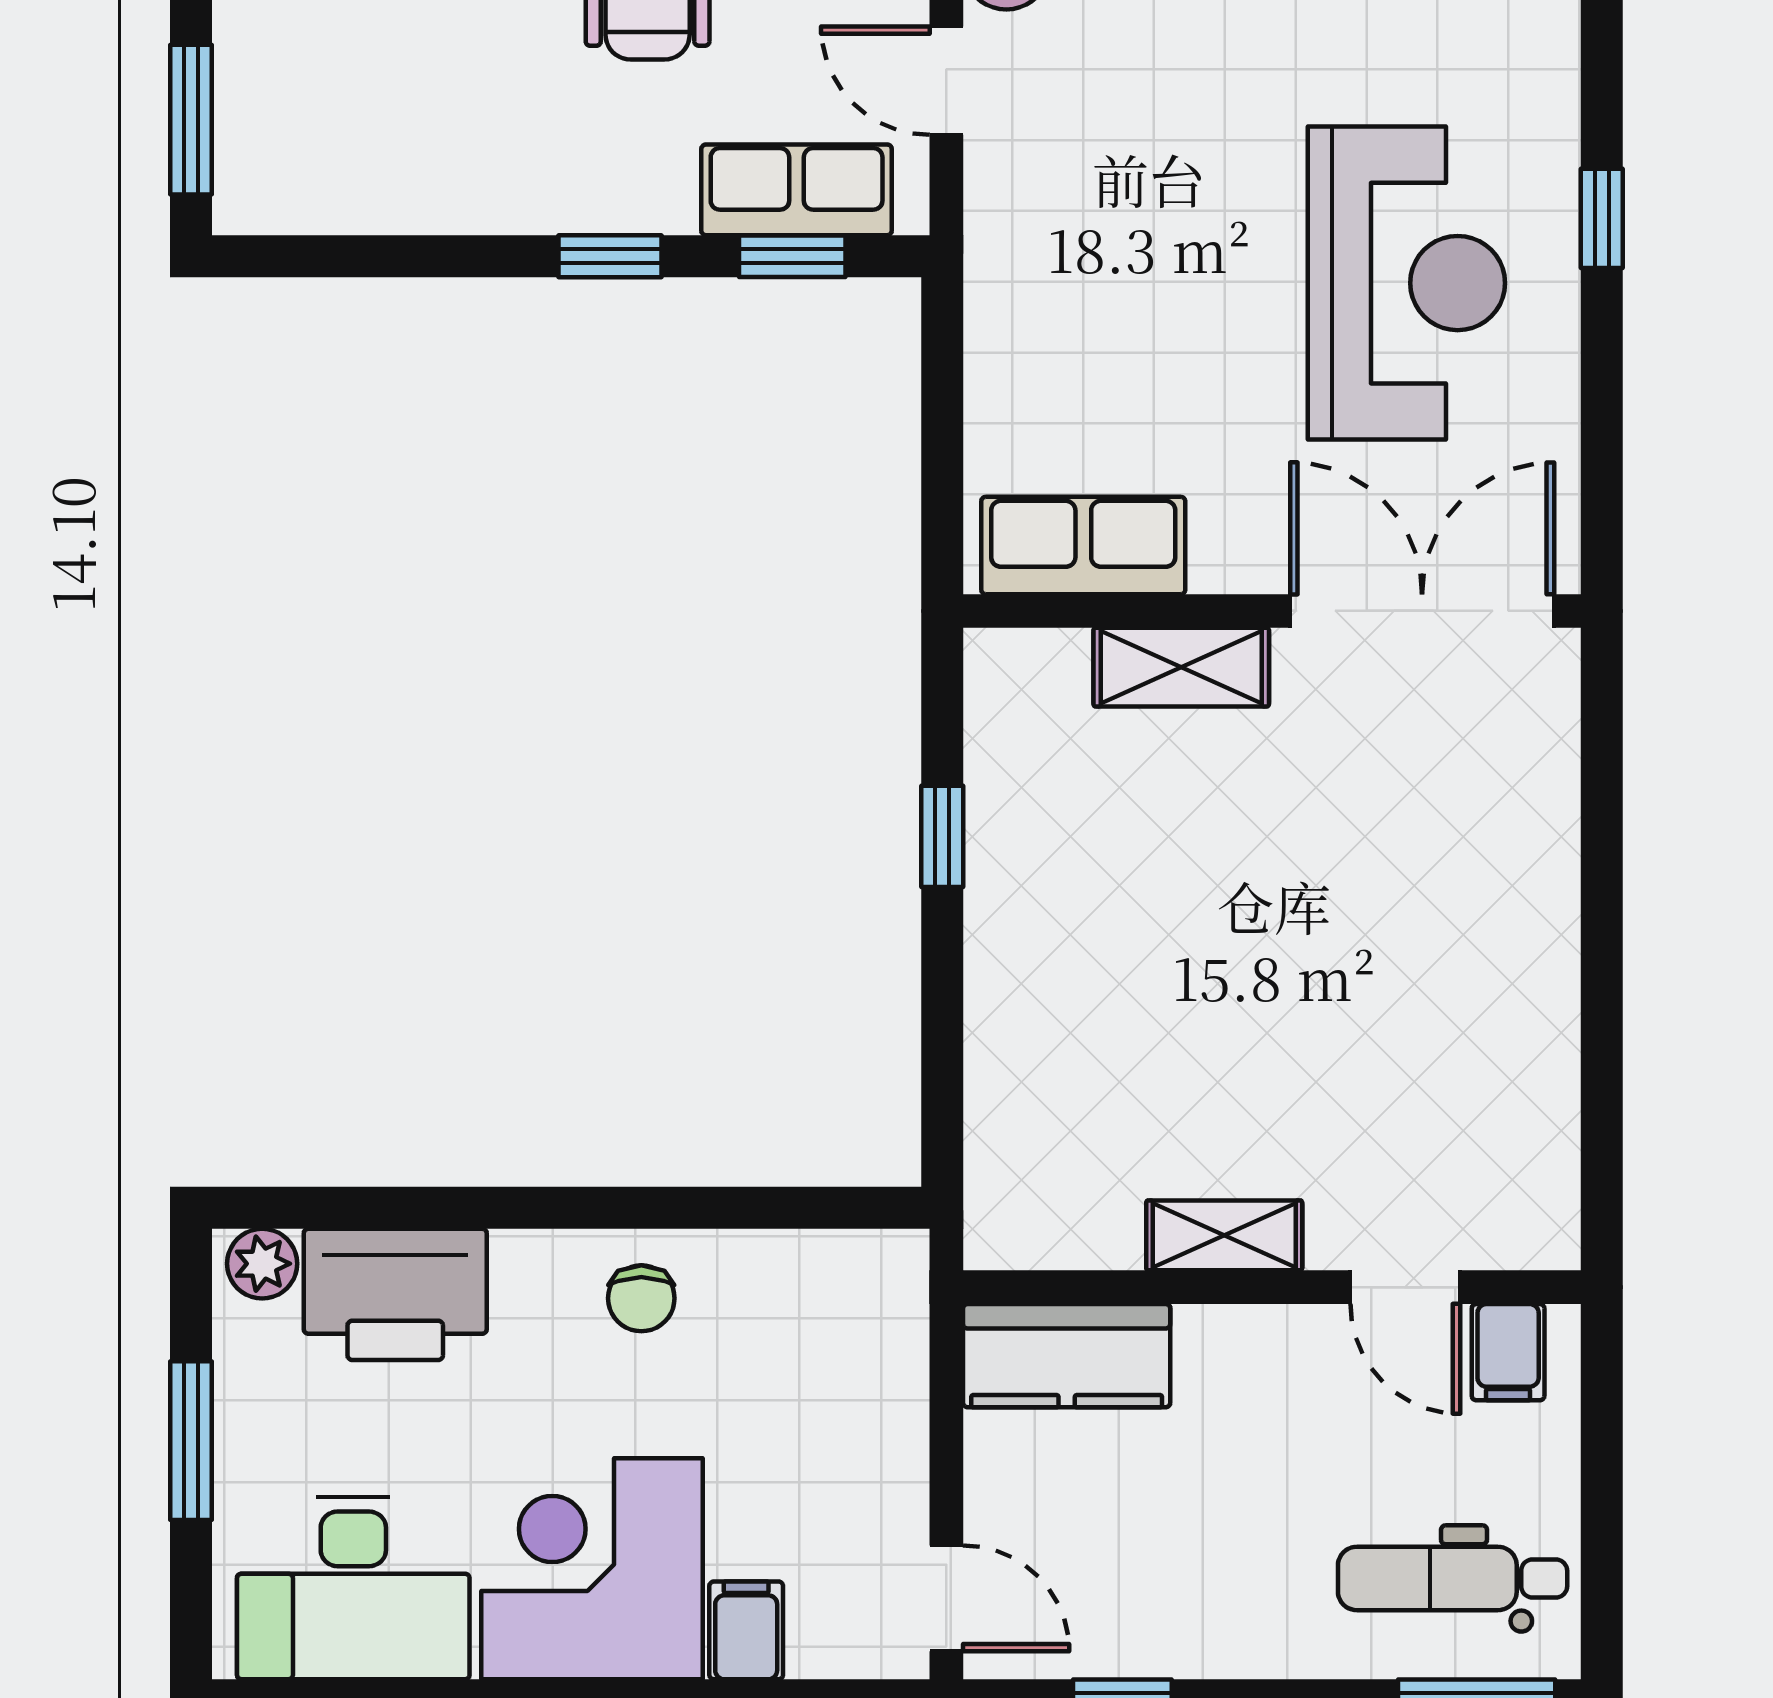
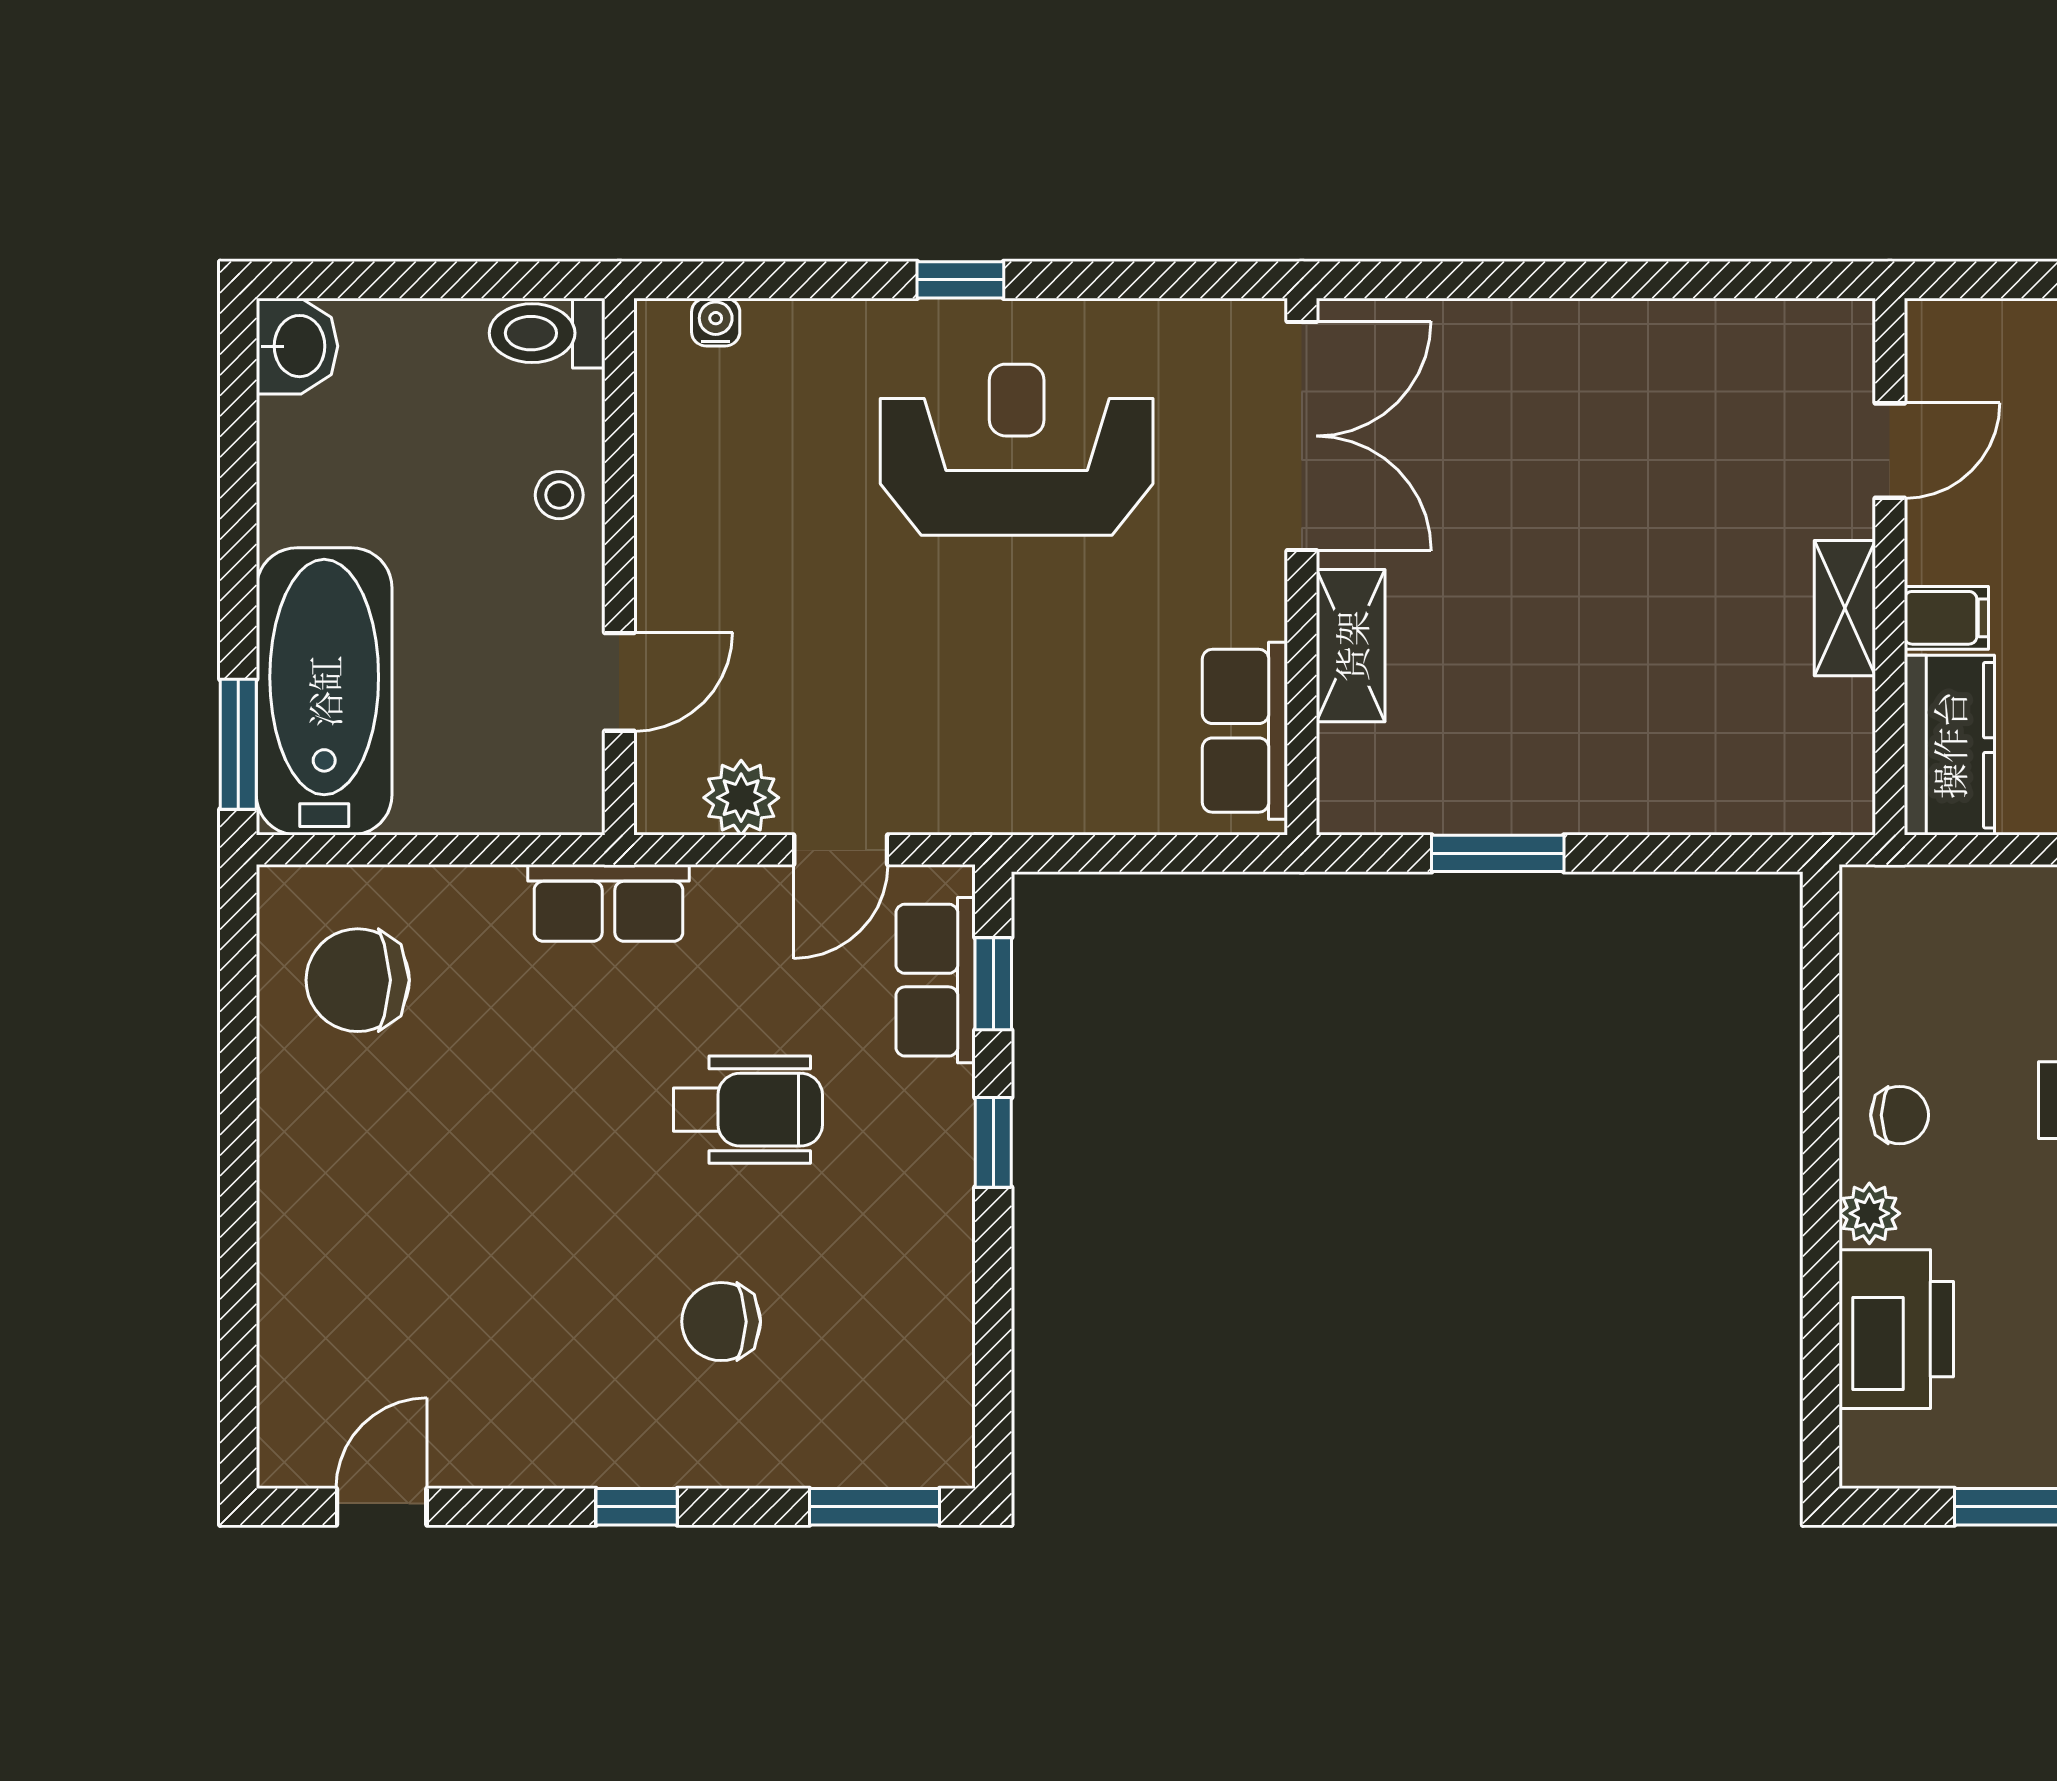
double door: (1422, 611) -> (1302, 436), swing flipped
window: (942, 836) -> (1498, 853), width x1.50
plant: (262, 1264) -> (1869, 1213), moved
filing cabinet: (1508, 1352) -> (1946, 618), moved

